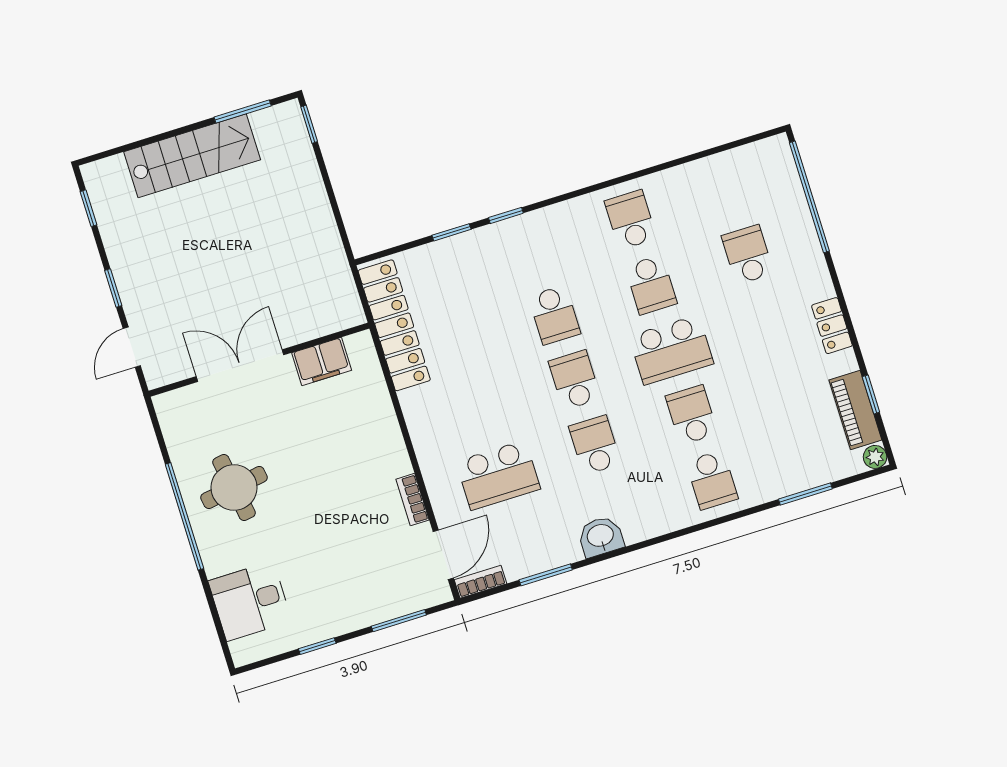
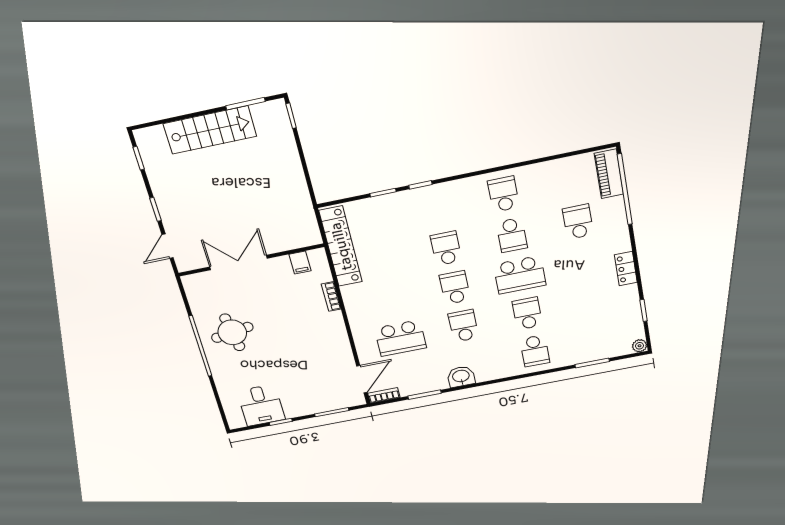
school desk: (554, 315) -> (446, 248), turned 180
filing cabinet: (322, 361) -> (300, 263), width x0.50
piano: (855, 410) -> (609, 174), moved
bookcase: (413, 500) -> (331, 296), moved
desk: (250, 601) -> (261, 405), moved, turned -90

